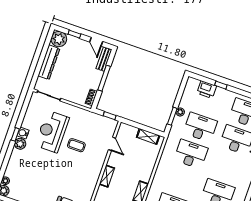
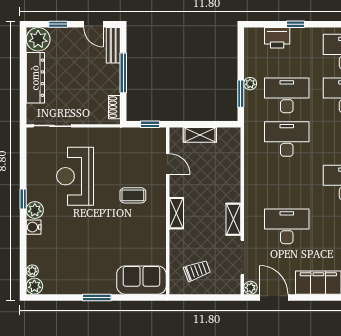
water cooler: (23, 133) -> (34, 227), moved
shelving: (148, 136) -> (200, 135), moved
coffee table: (76, 145) -> (133, 195), moved

